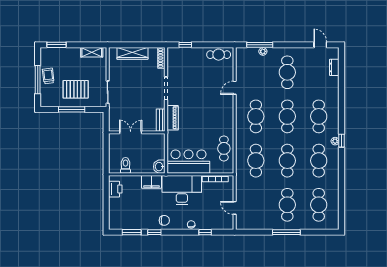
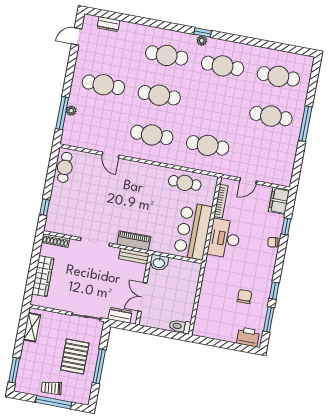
dresser: (114, 118) -> (120, 315), added
cafe table: (287, 161) -> (215, 106), removed
toilet: (126, 165) -> (180, 326), moved
washbasin: (159, 167) -> (159, 263), moved
filing cabinet: (152, 182) -> (279, 201), moved, turned 180
printer: (115, 189) -> (248, 337), moved
desk: (182, 190) -> (224, 239), width x0.73, depth x0.77
door: (235, 208) -> (248, 181), moved
chair: (164, 220) -> (245, 297), moved

